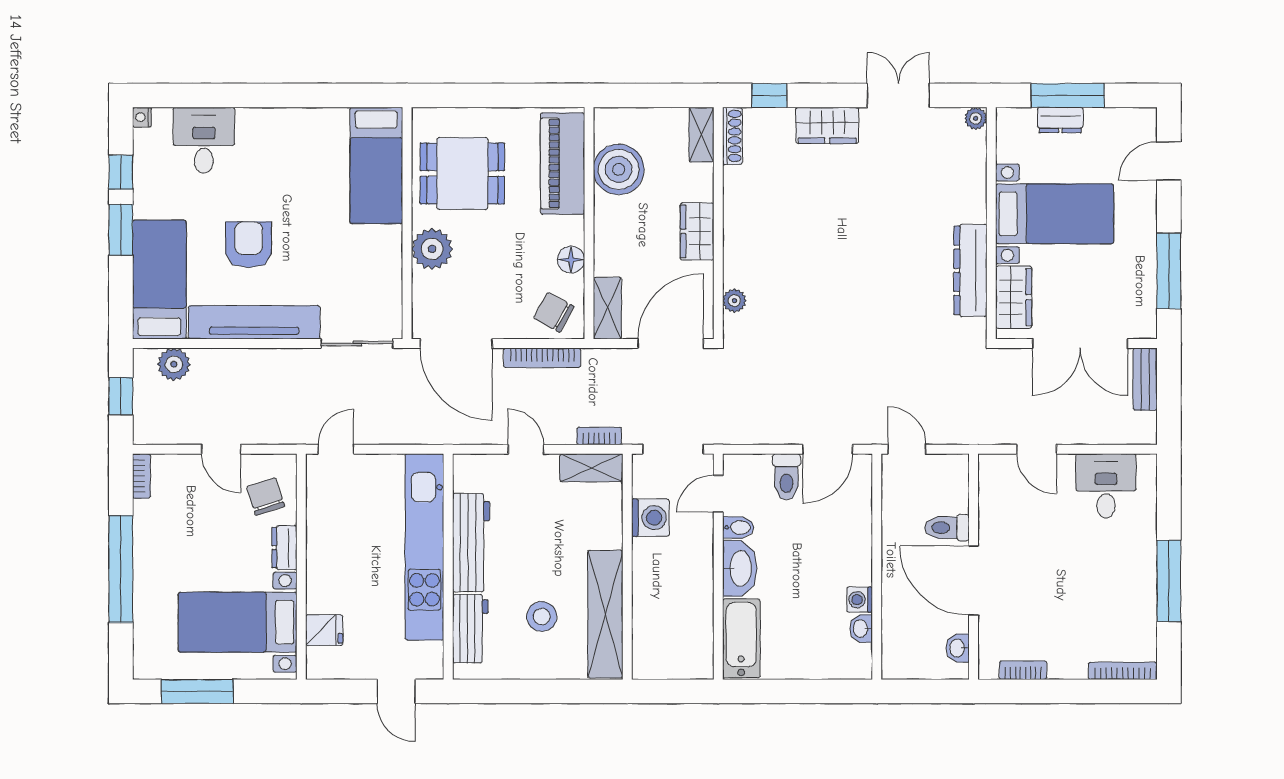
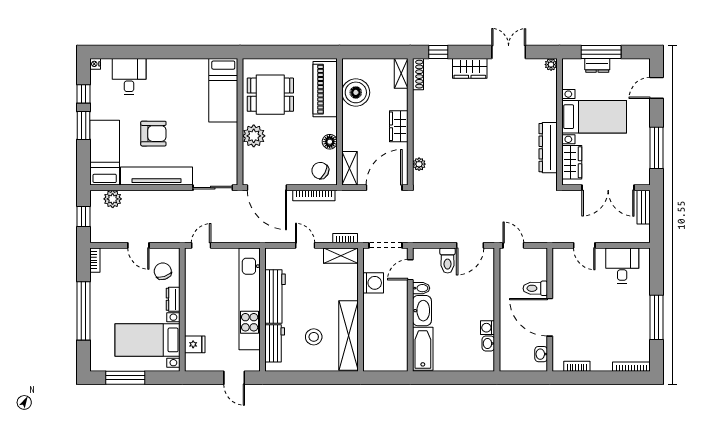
armchair: (249, 245) -> (153, 134), turned 90

